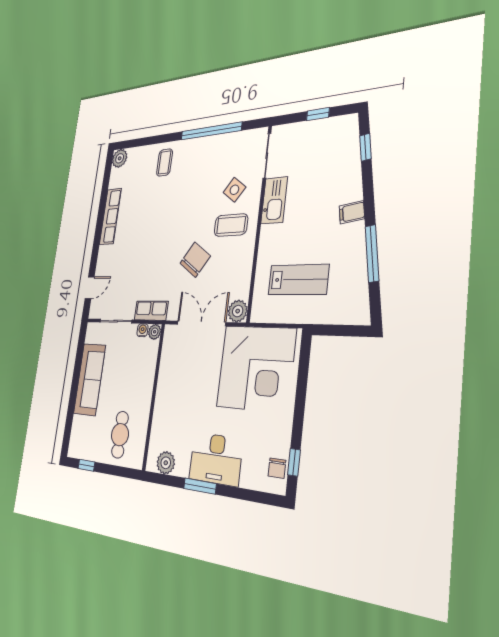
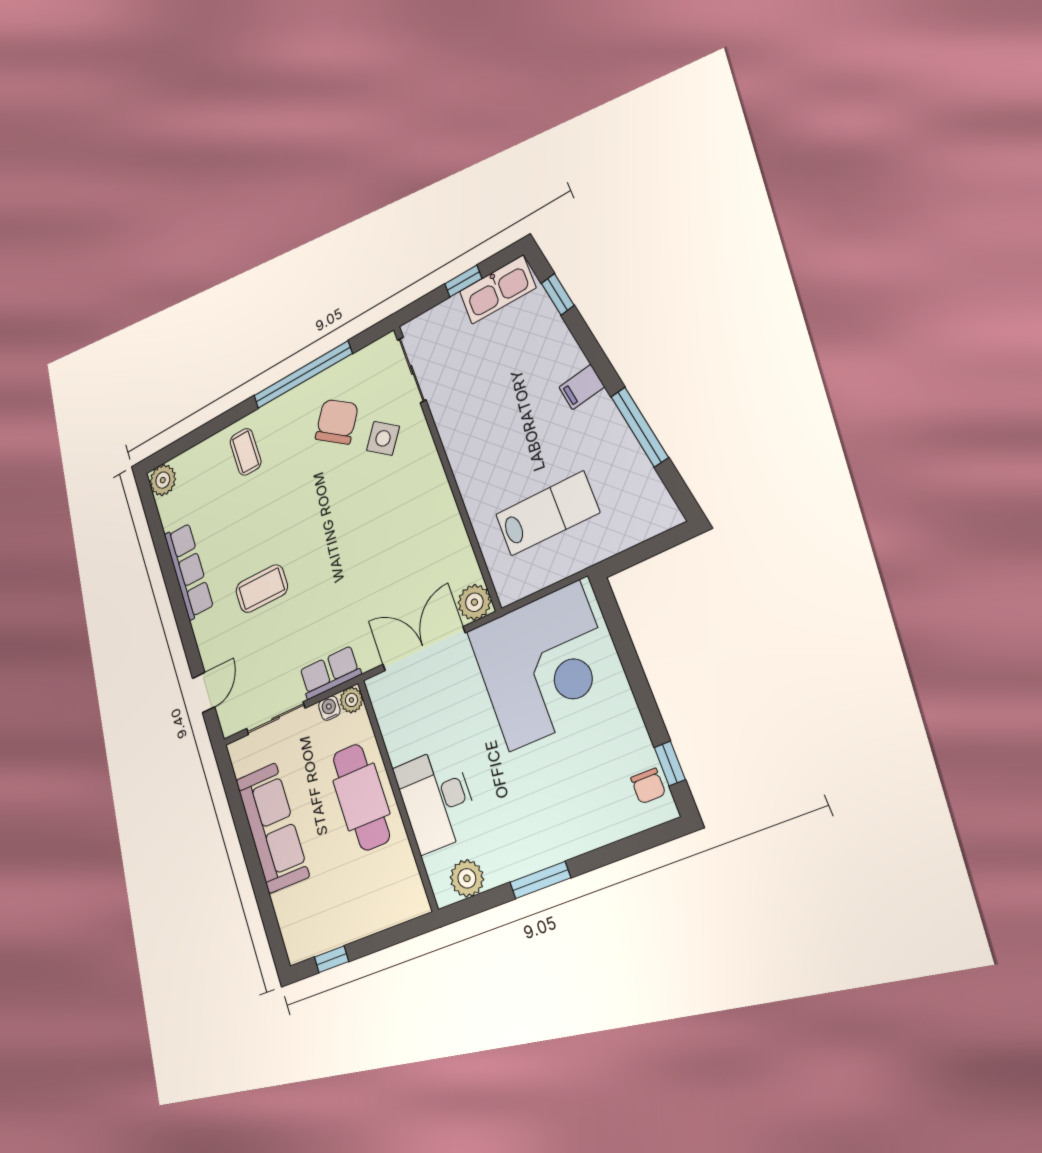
kitchen sink: (274, 200) -> (497, 290), moved, turned 90
coffee table: (231, 225) -> (262, 589), moved
chair: (195, 260) -> (337, 422), moved
cafe table: (120, 435) -> (361, 797), moved, width x1.37, depth x1.35
desk: (216, 459) -> (436, 799), moved, turned 90

